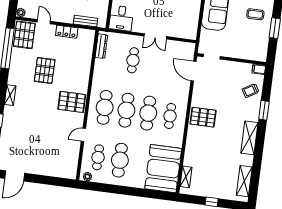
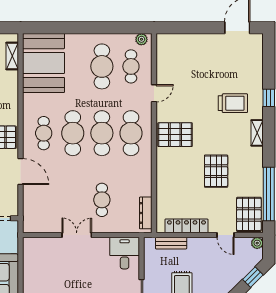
locker: (67, 32) -> (186, 226), width x1.53
door: (194, 71) -> (21, 172), moved
trolley: (25, 120) -> (233, 103), added

